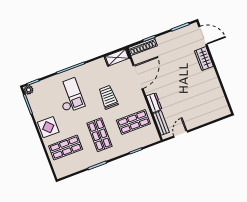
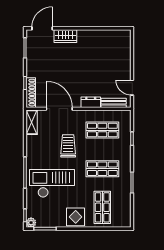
checkout: (70, 95) -> (52, 183), width x1.36, depth x1.21
trolley: (108, 97) -> (68, 146), turned 90
shop shelf: (133, 122) -> (102, 130), turned 90

